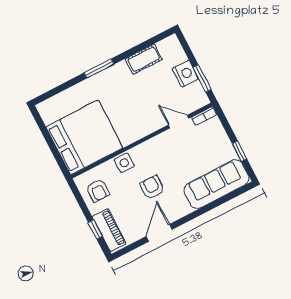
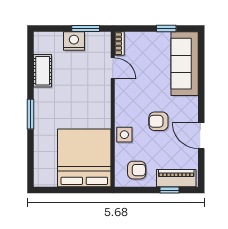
door: (179, 122) -> (113, 68), swing flipped

